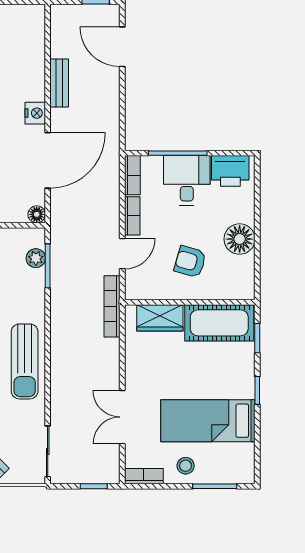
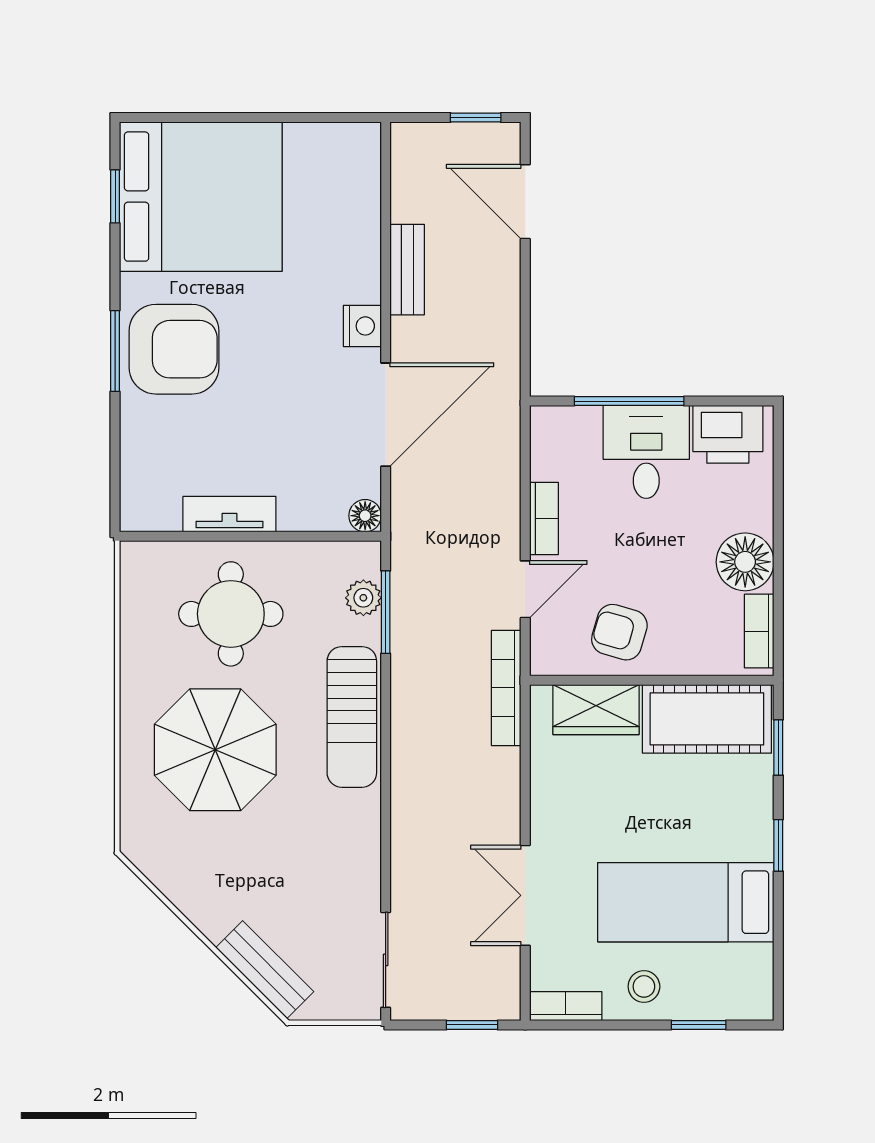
bookcase: (132, 175) -> (759, 631), moved, turned 180
armchair: (190, 262) -> (619, 632), moved
sun lounger: (25, 361) -> (352, 717), moved
window: (215, 486) -> (699, 1025), width x0.67

